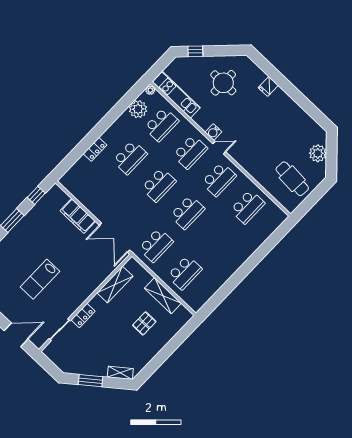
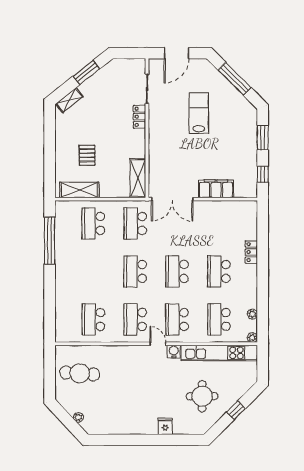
window: (195, 51) -> (236, 410), moved
kitchen unit: (176, 95) -> (219, 353), width x1.36
plant: (138, 109) -> (252, 314), width x0.53, depth x0.53
door: (219, 148) -> (158, 344), swing flipped
plant: (318, 153) -> (78, 417), width x0.53, depth x0.53
double door: (115, 238) -> (172, 199), swing flipped
shelving: (115, 284) -> (138, 178), moved
window: (226, 289) -> (50, 241), added
shelving: (163, 296) -> (79, 190), moved

